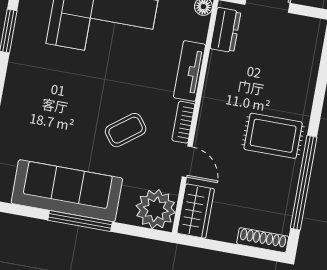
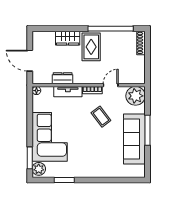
dresser: (225, 30) -> (63, 78), moved
wardrobe: (196, 211) -> (68, 38), moved, turned 180

